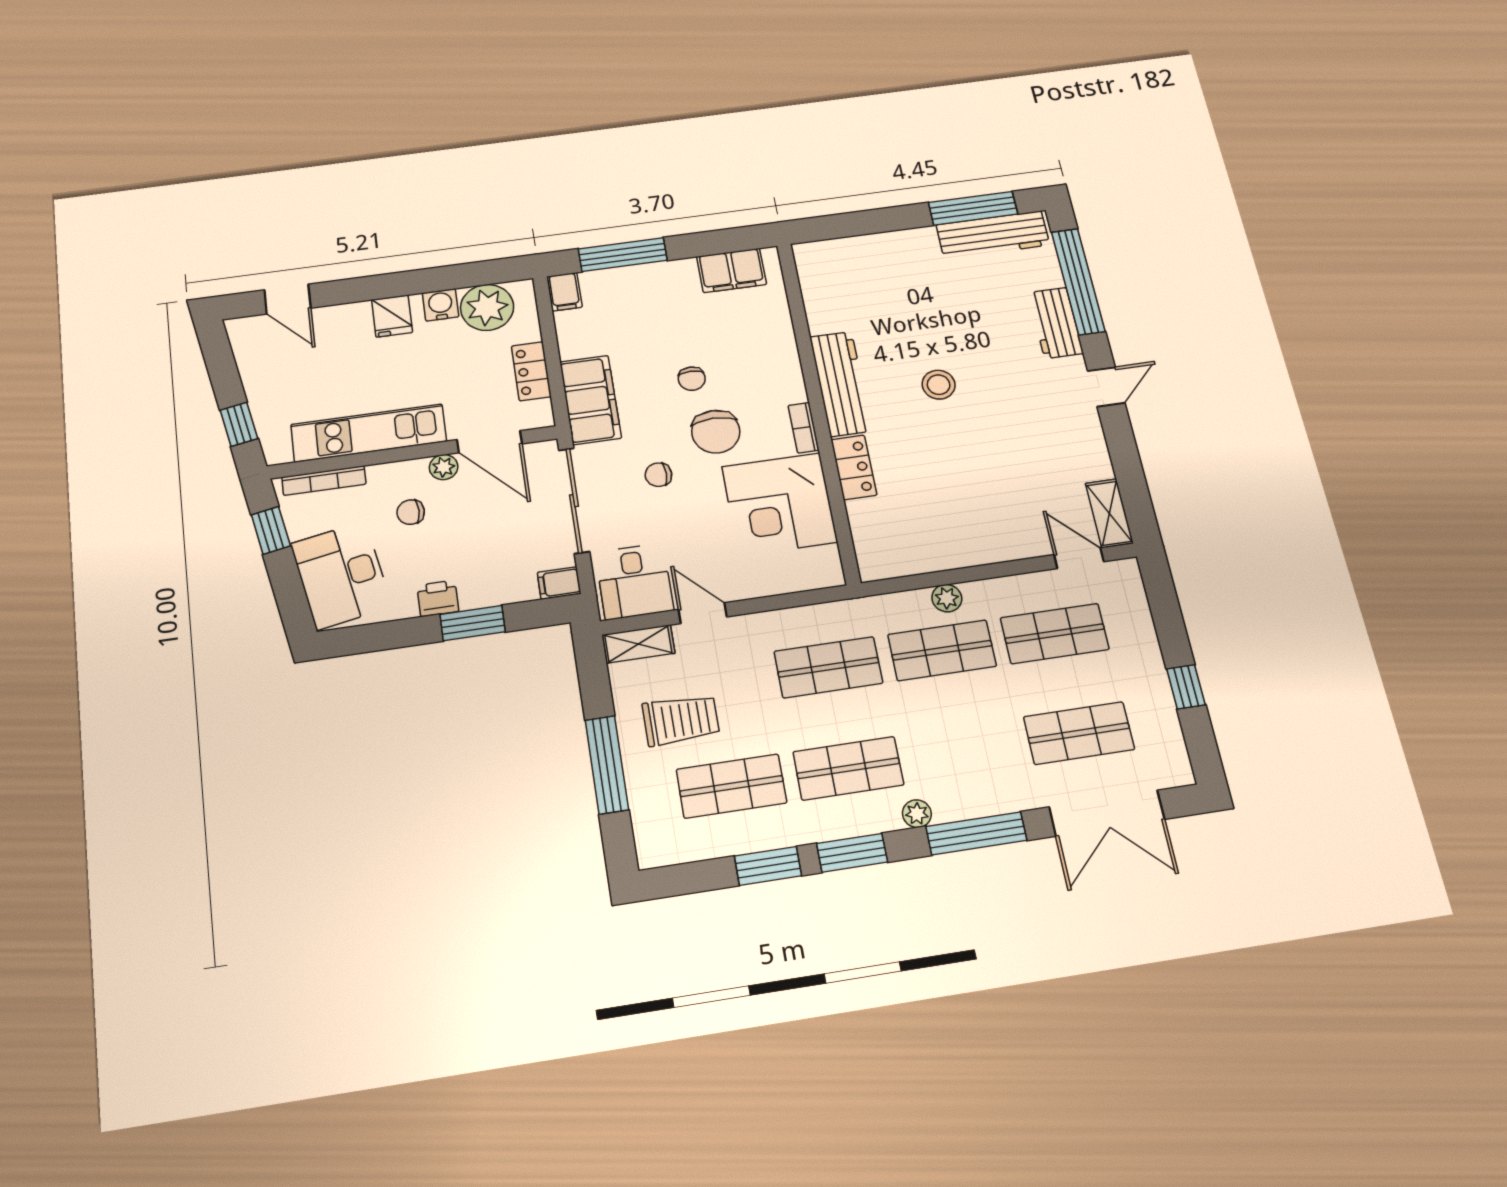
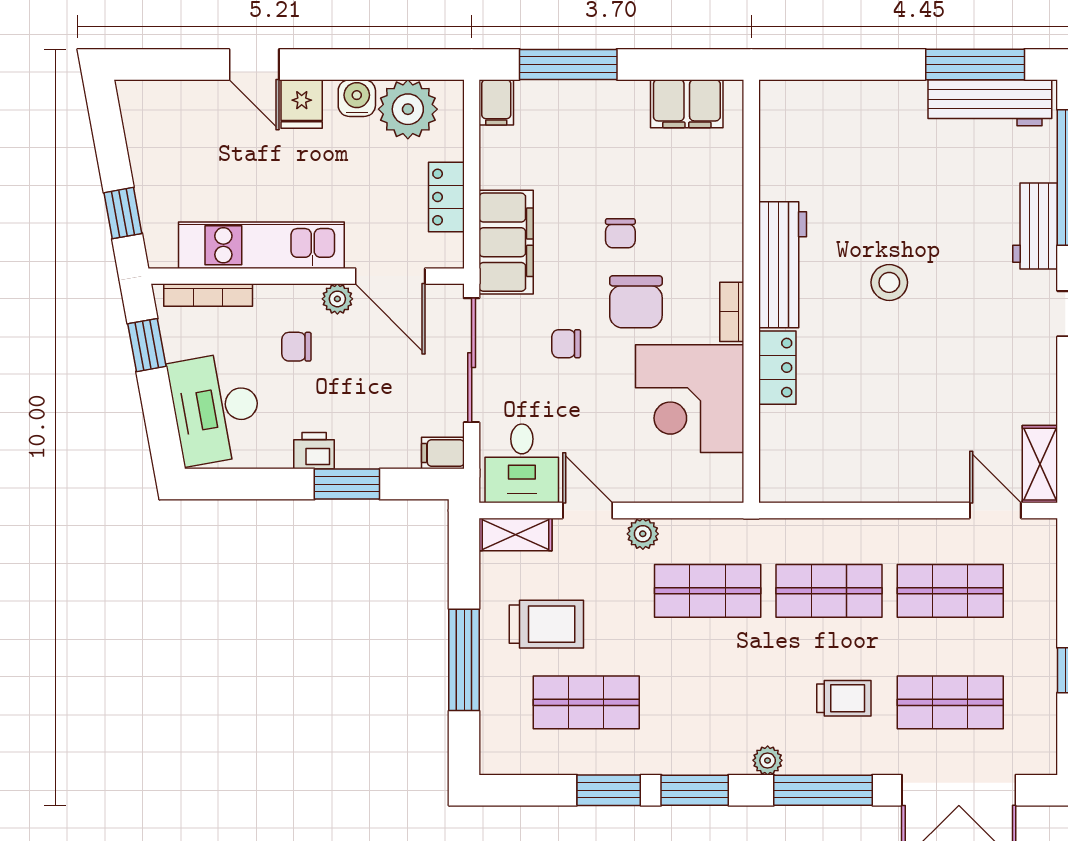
door: (288, 299) -> (254, 64), moved
plant: (947, 598) -> (643, 534), moved
trolley: (977, 745) -> (844, 698), added
shop shelf: (848, 768) -> (708, 702), removed

